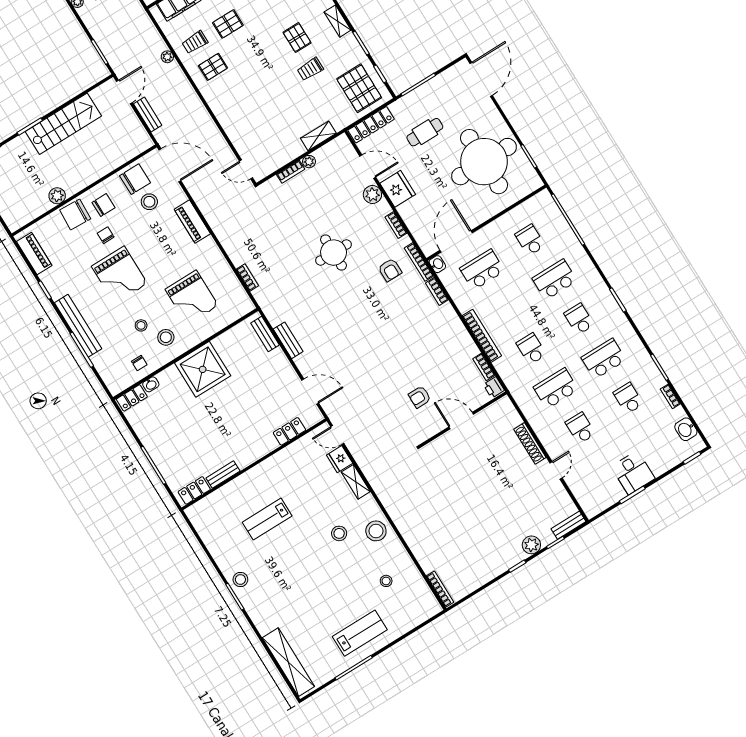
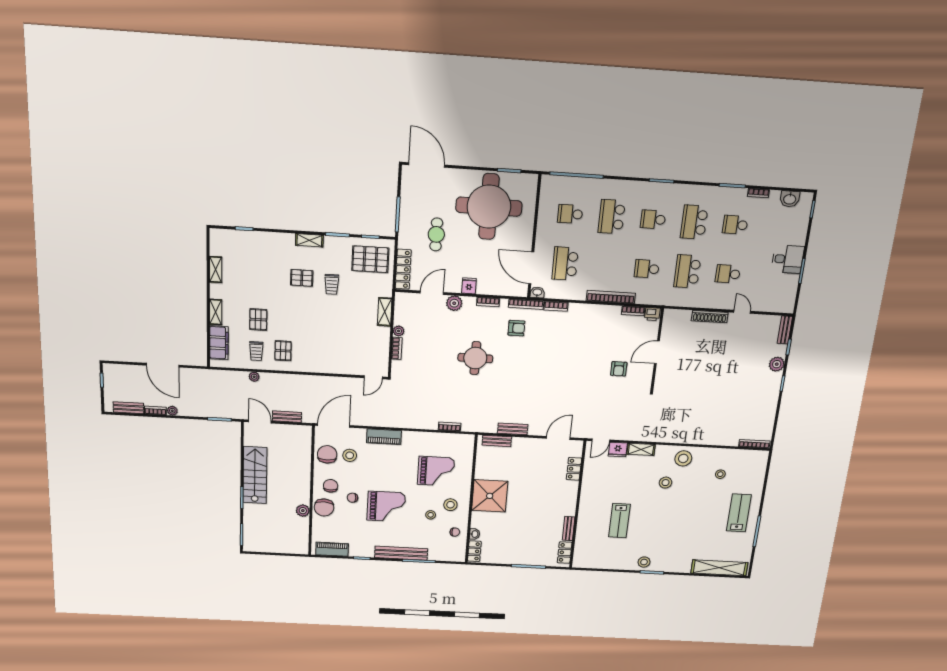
fridge: (398, 189) -> (469, 286), width x0.53, depth x0.75

